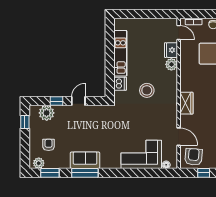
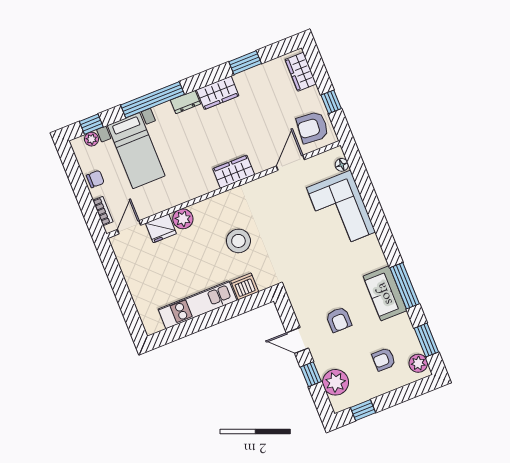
armchair: (81, 129) -> (339, 320), added

